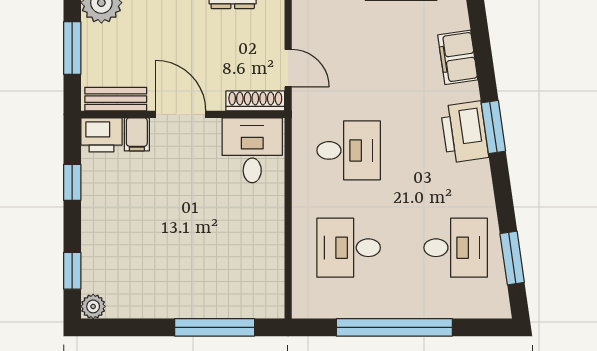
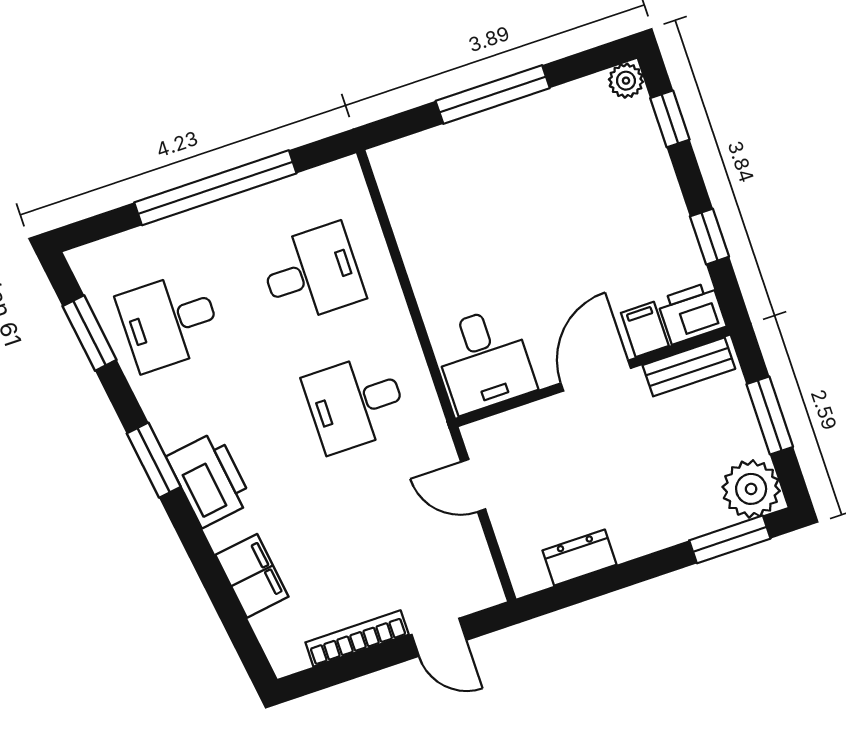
shoe rack: (255, 101) -> (502, 427), removed
door: (180, 114) -> (596, 376), swing flipped
window: (493, 127) -> (154, 460), moved
window: (215, 327) -> (493, 94), moved

